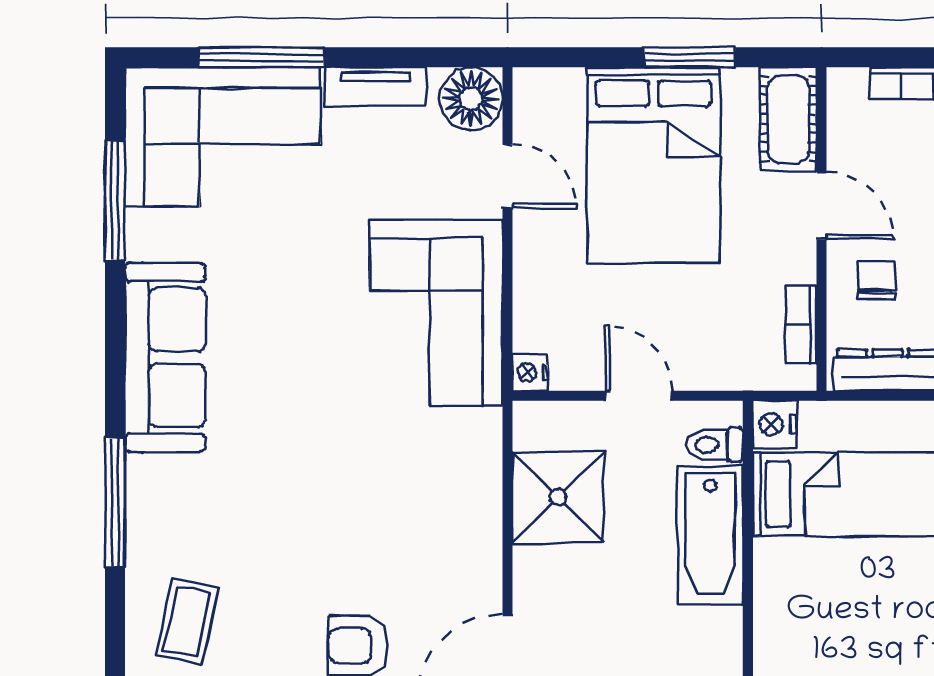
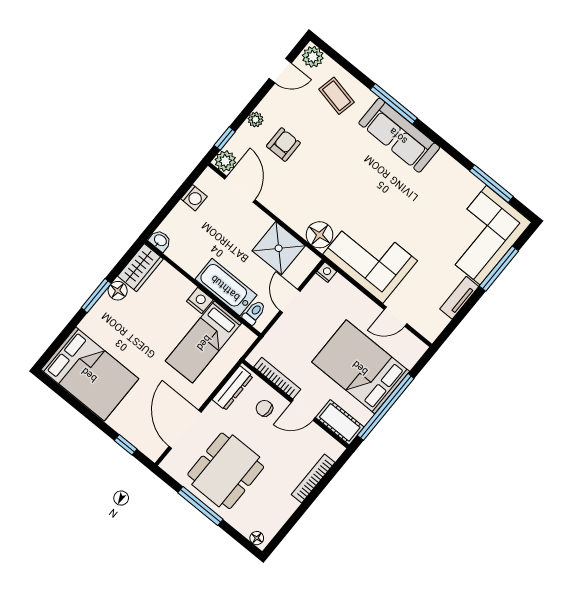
window: (690, 57) -> (386, 407), width x2.11
floor lamp: (471, 99) -> (320, 235), moved
chair: (877, 280) -> (264, 408), turned 180
bookcase: (801, 324) -> (277, 378), width x1.56
sofa: (165, 357) -> (399, 135), moved
door: (639, 396) -> (290, 301), swing flipped
nightstand: (775, 424) -> (200, 300), moved

